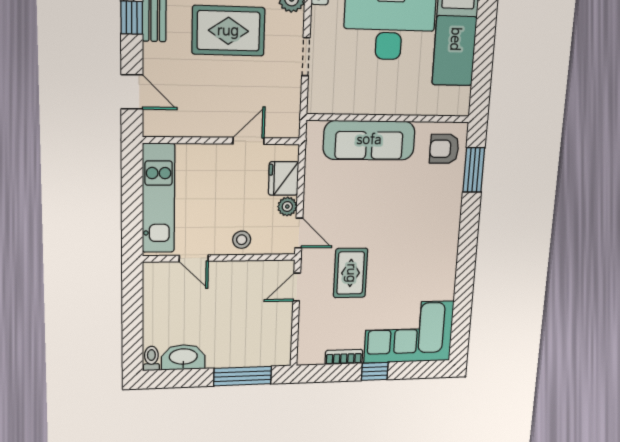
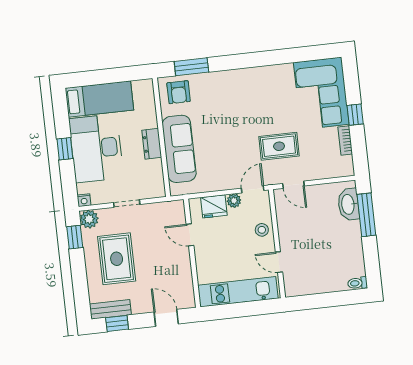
door: (132, 92) -> (166, 318), hinge flipped
dresser: (382, 104) -> (152, 144), added
door: (194, 258) -> (279, 262), swing flipped
washbasin: (183, 357) -> (348, 204), moved

